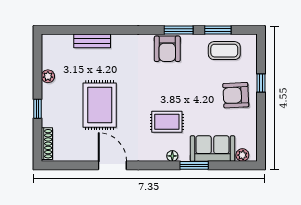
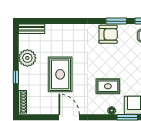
bench: (92, 41) -> (32, 29), moved
armchair: (167, 49) -> (108, 34), turned -90
plant: (48, 76) -> (27, 58), width x1.88, depth x1.88

